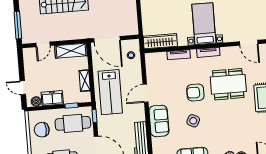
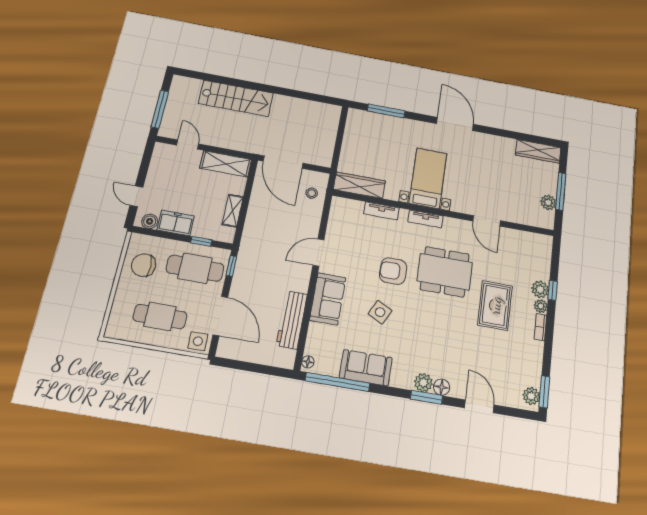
door: (43, 44) -> (188, 145), swing flipped
lab bench: (110, 92) -> (266, 237), removed

